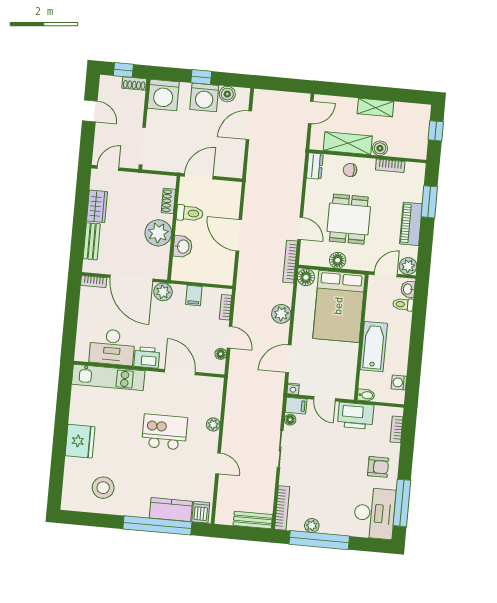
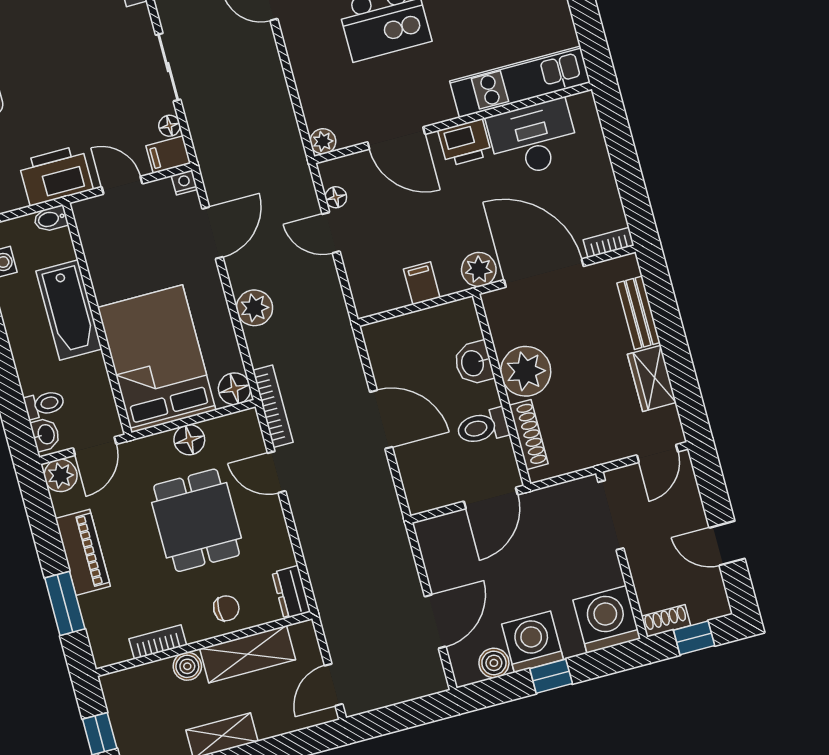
shoe rack: (168, 201) -> (529, 435), width x1.43
bookcase: (226, 307) -> (358, 283), removed
plant: (213, 424) -> (323, 141), moved

